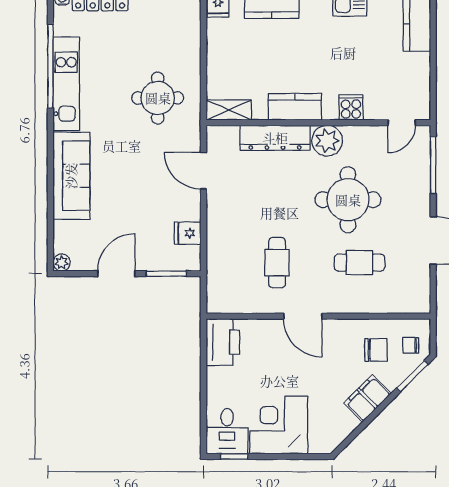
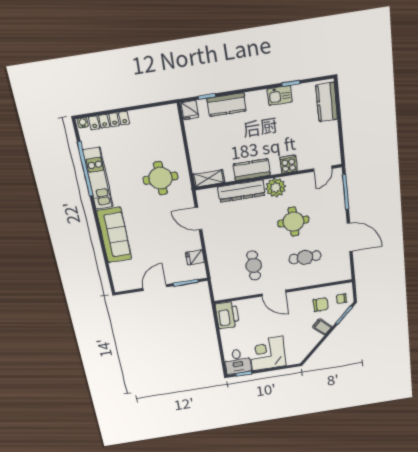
round table: (348, 200) -> (293, 222), width x0.73, depth x0.73
plant: (62, 263) -> (119, 287), removed
filing cabinet: (367, 398) -> (322, 327), width x0.50

